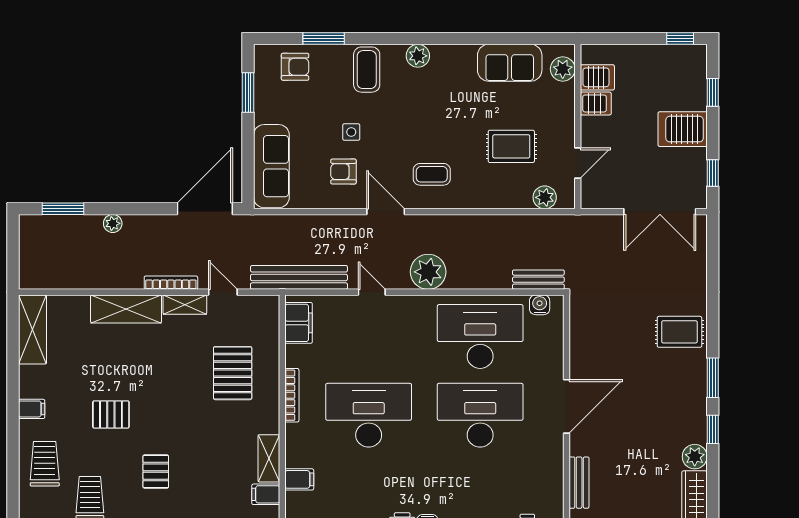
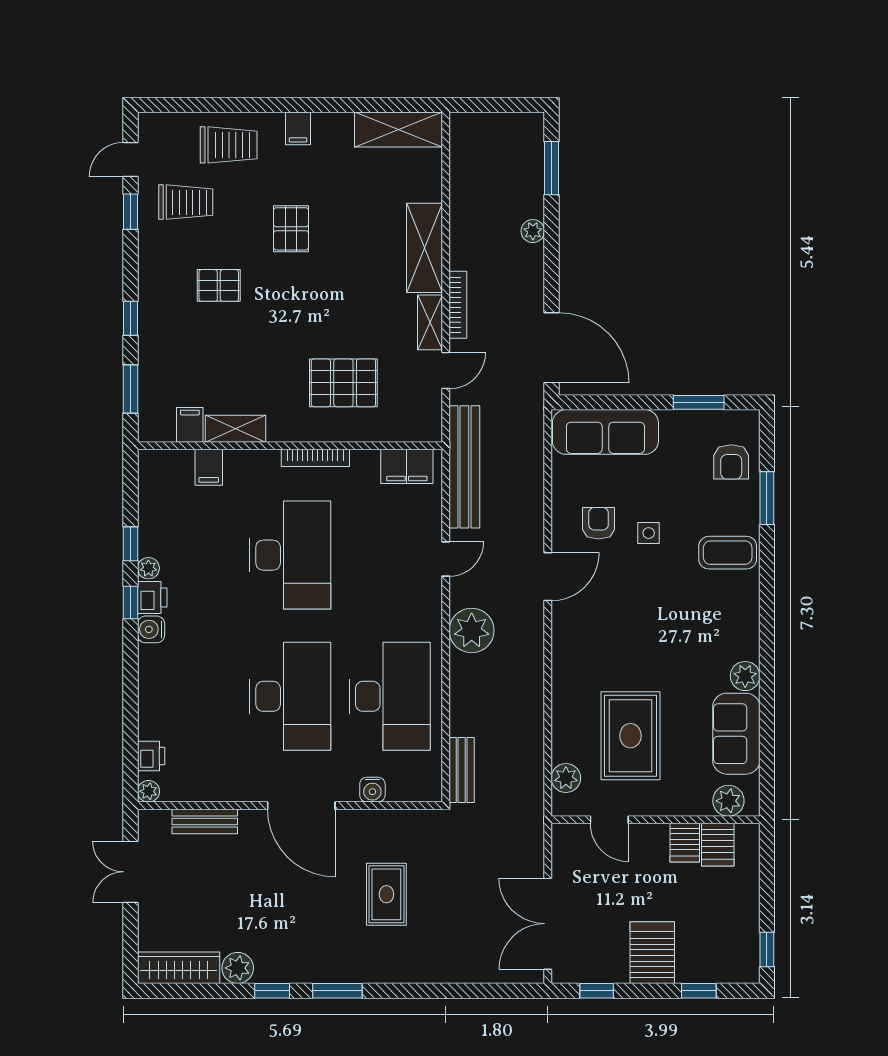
plant: (418, 56) -> (745, 676), moved
rug: (511, 146) -> (630, 736), width x1.36, depth x1.43
coffee table: (432, 174) -> (595, 635), removed
water cooler: (540, 305) -> (372, 790), moved, turned 90
rug: (679, 332) -> (386, 894), moved

